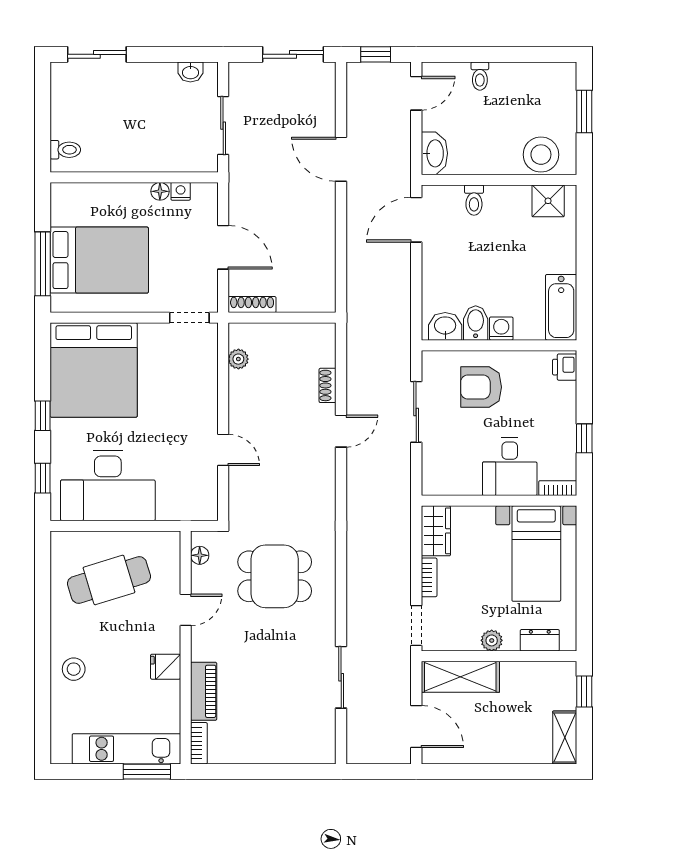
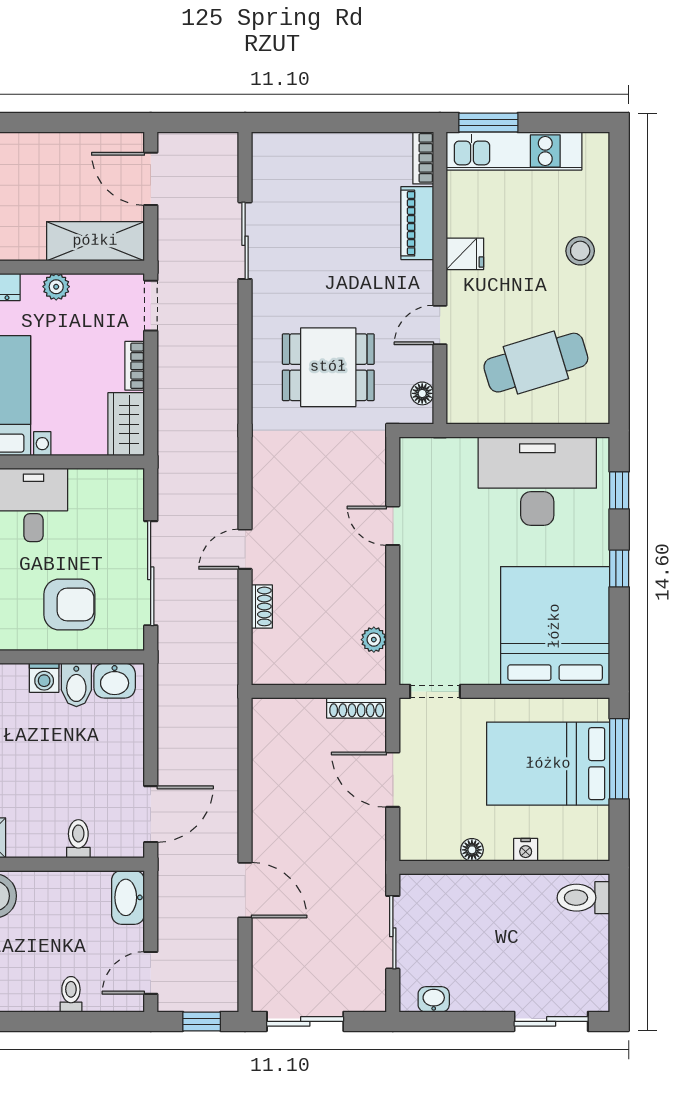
toilet: (65, 150) -> (583, 898), width x1.37, depth x1.39
nightstand: (181, 191) -> (526, 850), moved
sliding door: (416, 412) -> (151, 573), width x1.37

